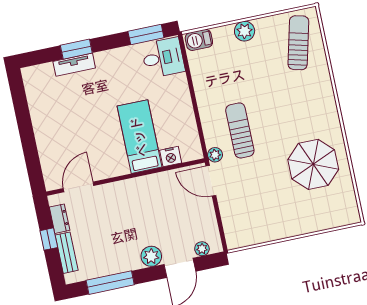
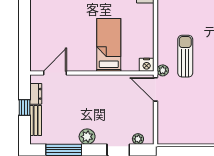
nightstand: (171, 157) -> (147, 65), moved
plant: (151, 256) -> (87, 137), moved

